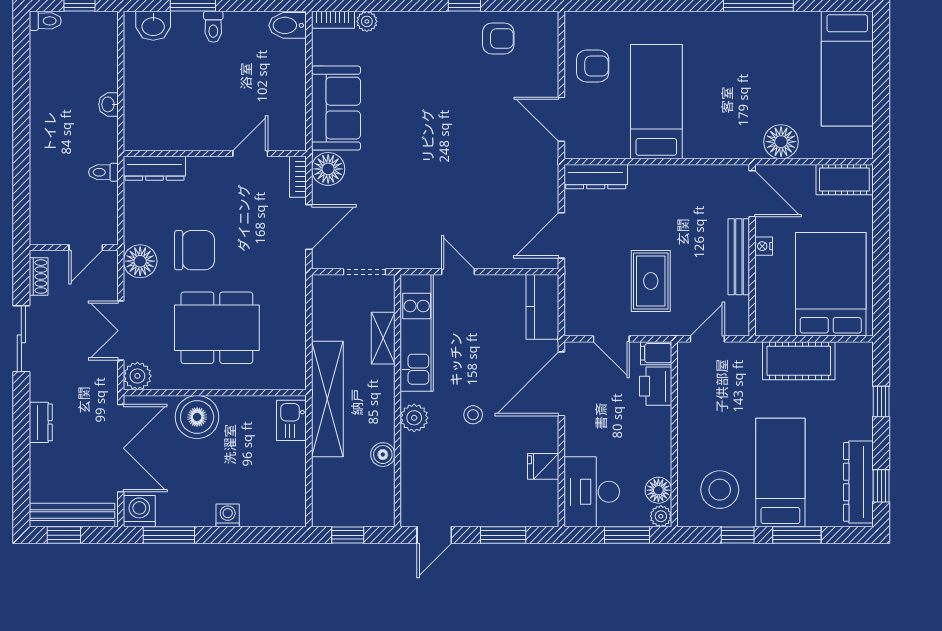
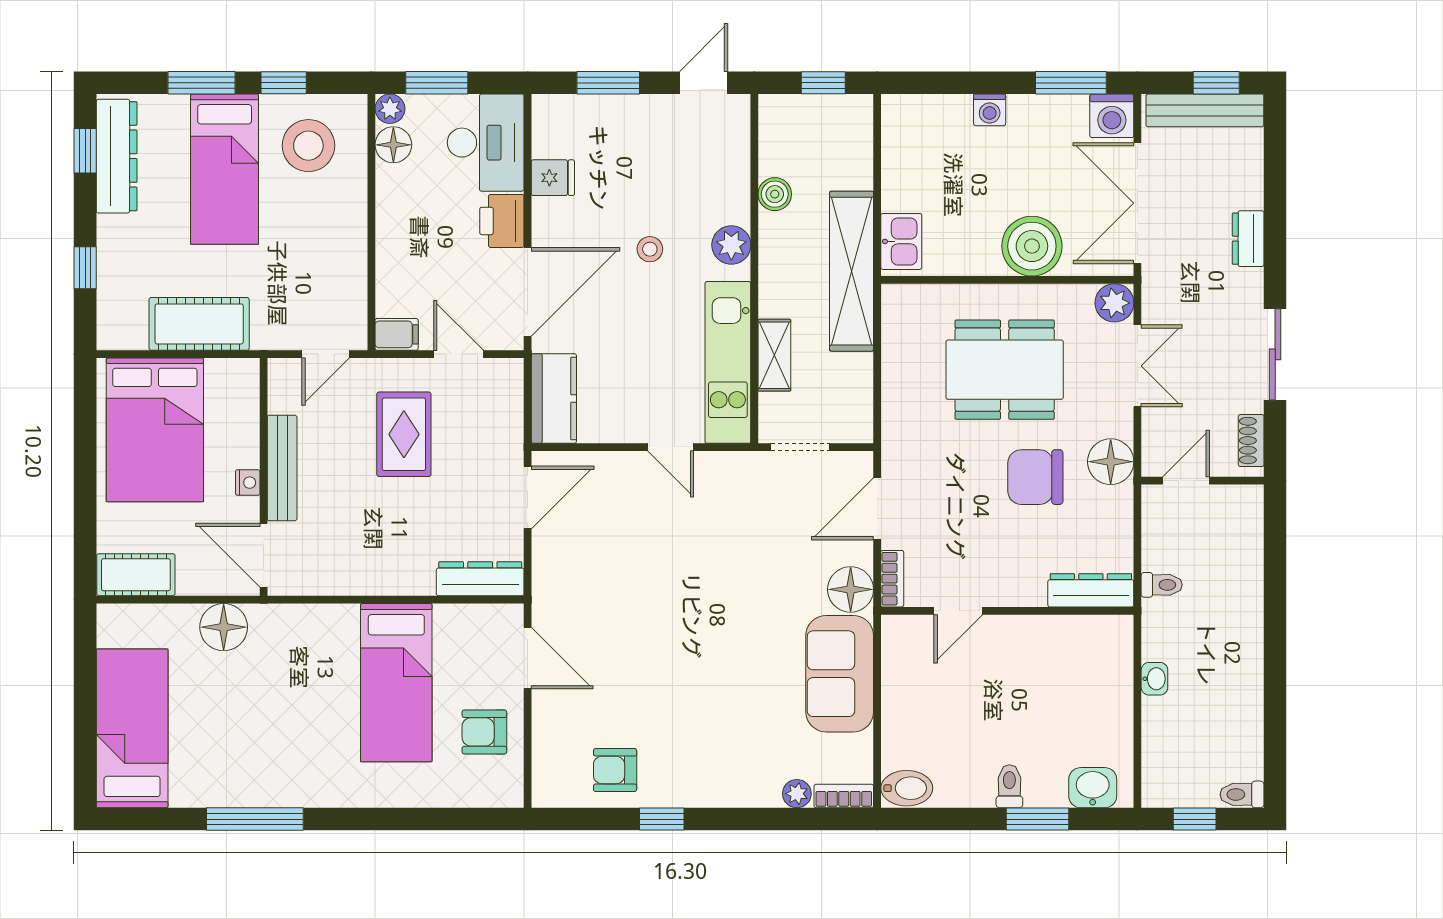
printer: (656, 386) -> (502, 221), moved, turned 180

